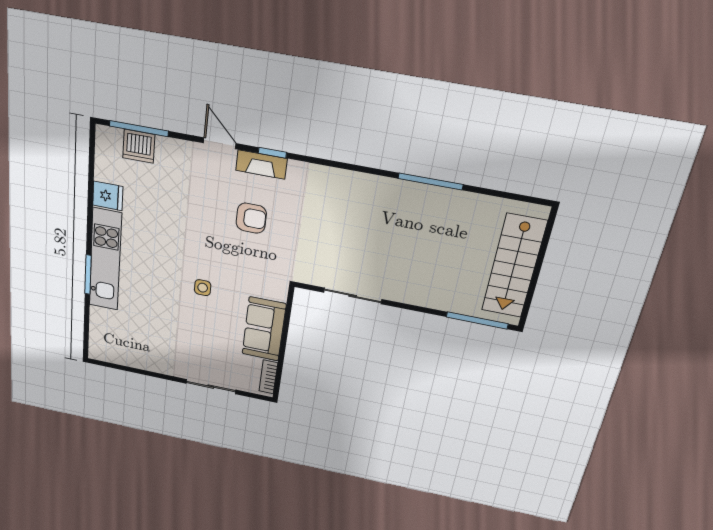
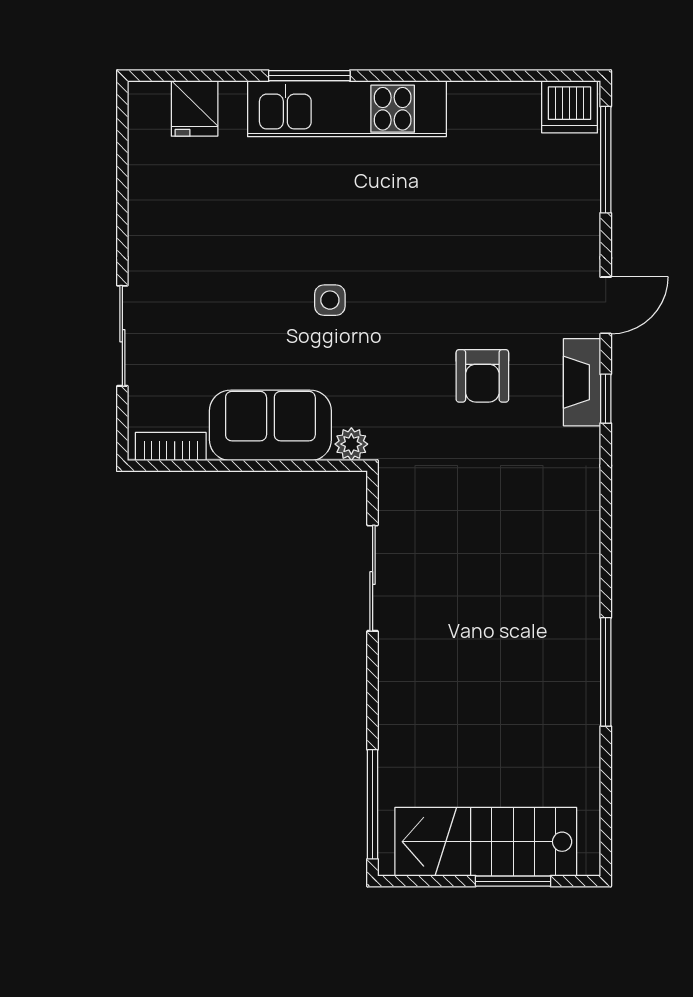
dishwasher: (139, 146) -> (570, 107), moved, turned -90
fridge: (108, 196) -> (195, 108), moved
window: (541, 256) -> (513, 881), added
plant: (279, 292) -> (351, 444), added

